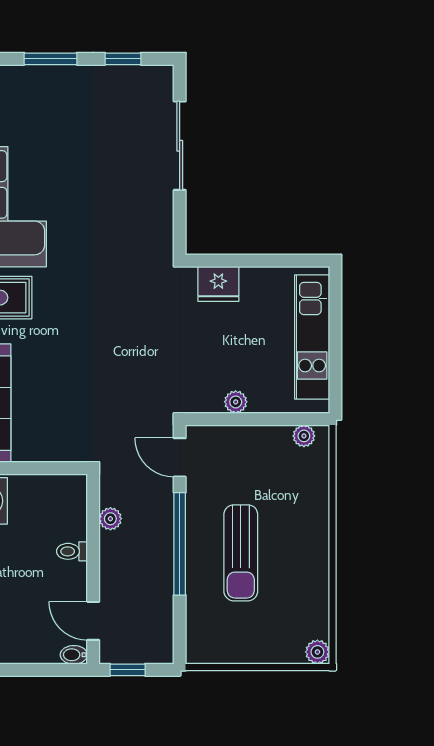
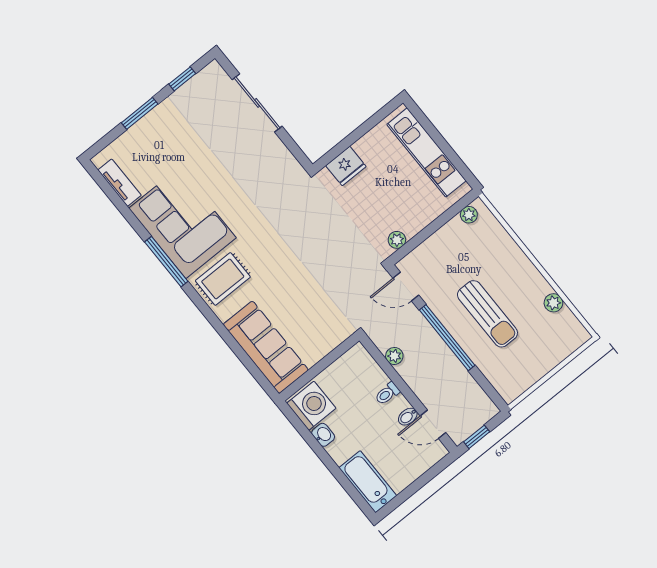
plant: (236, 402) -> (397, 240), moved
plant: (317, 652) -> (553, 303), moved
bidet: (74, 655) -> (408, 417), moved

